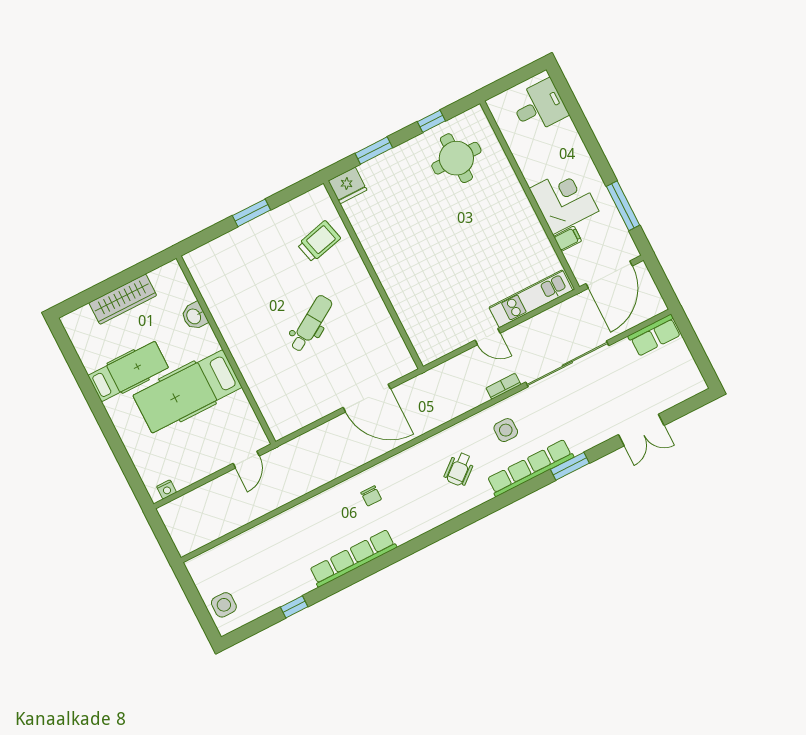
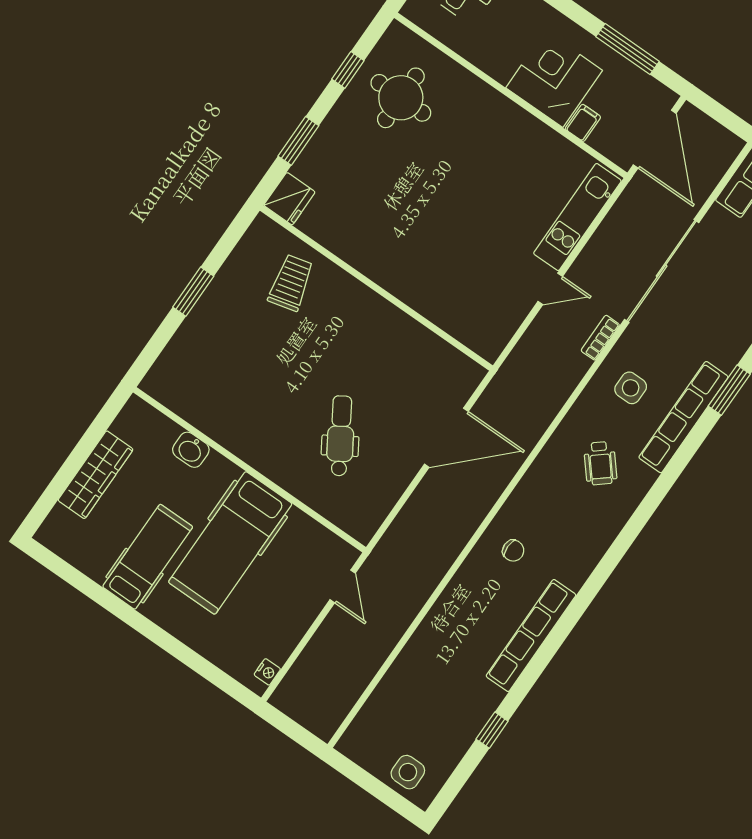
dental chair: (311, 324) -> (341, 436), moved

